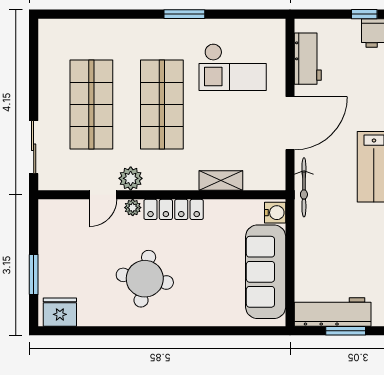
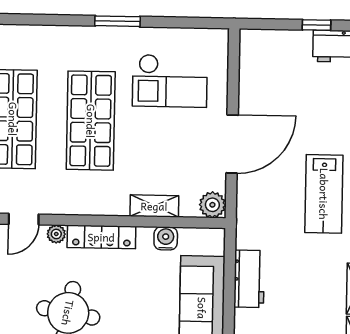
workbench: (308, 59) -> (249, 279), moved
plant: (131, 178) -> (212, 205), moved
bicycle: (304, 187) -> (246, 215), removed
water cooler: (275, 213) -> (166, 238), moved, turned -90

